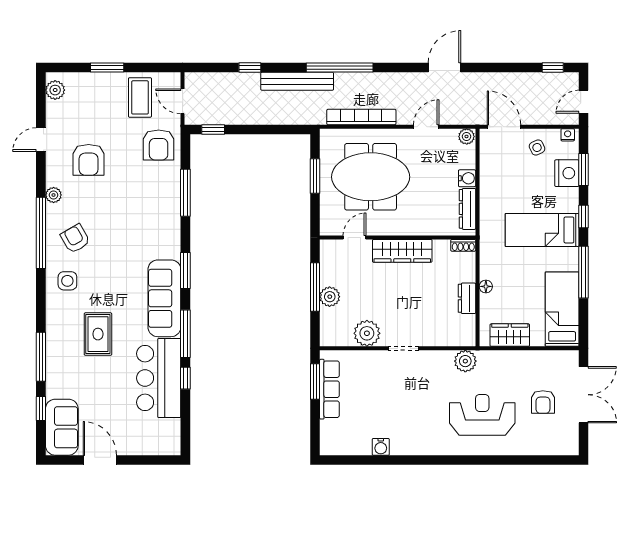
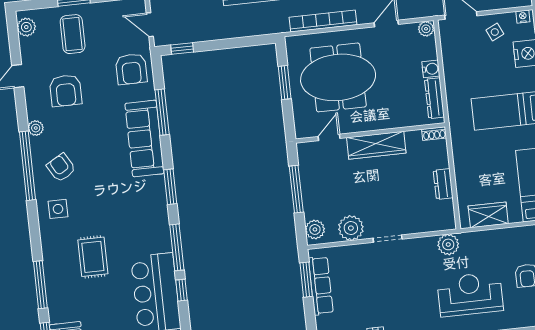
coffee table: (140, 97) -> (73, 34), moved
floor lamp: (486, 286) -> (460, 171), removed
plant: (330, 297) -> (315, 229), moved
sofa: (164, 298) -> (144, 138), moved

